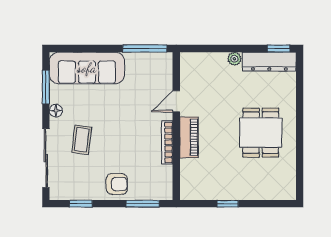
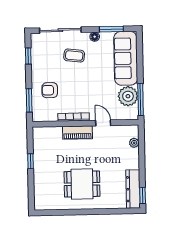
plant: (234, 59) -> (134, 143), moved
plant: (140, 66) -> (128, 96), added
armchair: (117, 184) -> (50, 90), moved, turned 90

